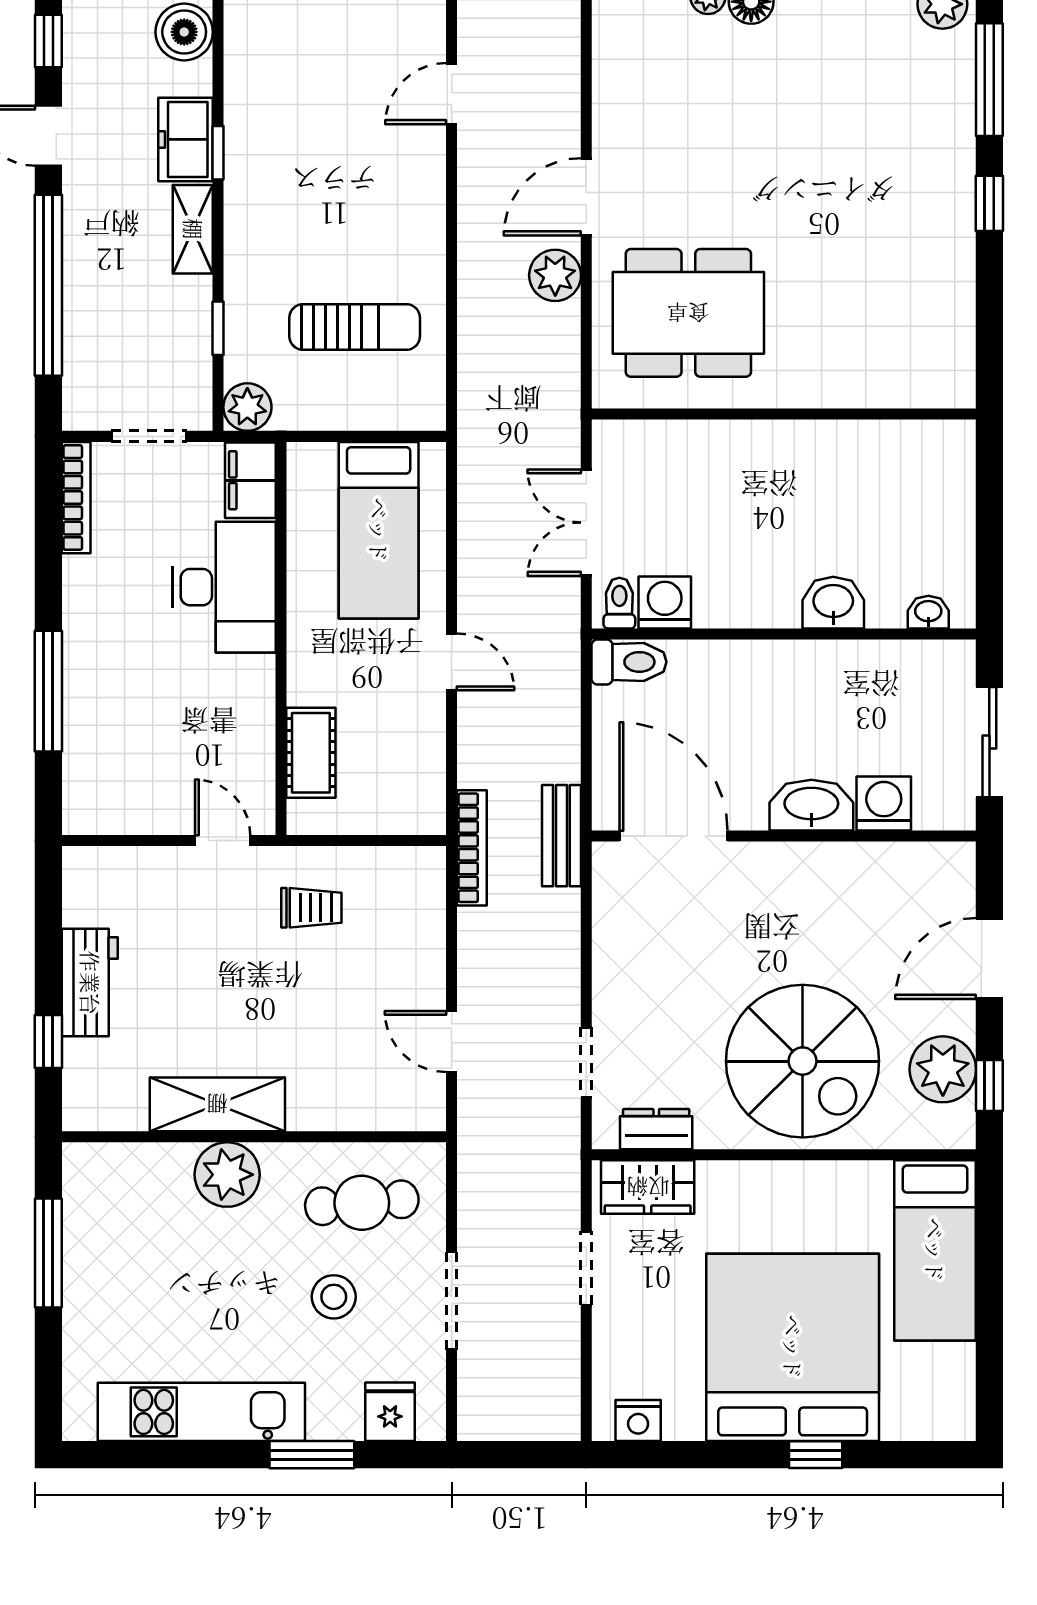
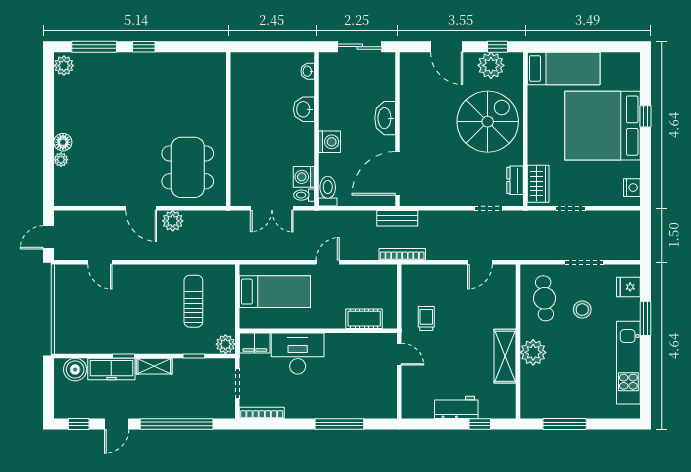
freezer: (186, 139) -> (111, 369), width x1.40
washing machine: (884, 803) -> (329, 142), moved, turned 180
door: (223, 840) -> (399, 354), swing flipped

